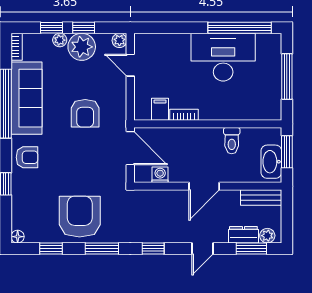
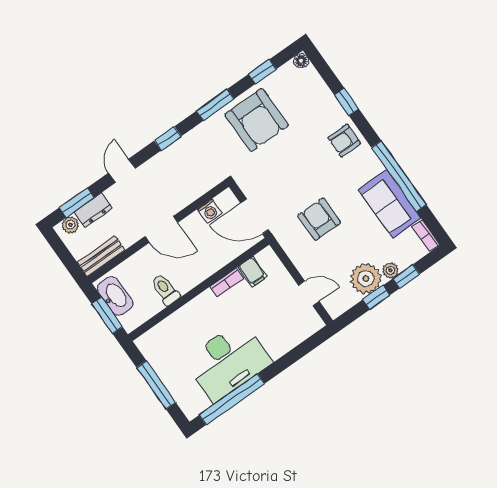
plant: (119, 40) -> (335, 309), removed
sofa: (26, 98) -> (390, 204), width x0.73
door: (204, 186) -> (161, 229), swing flipped

